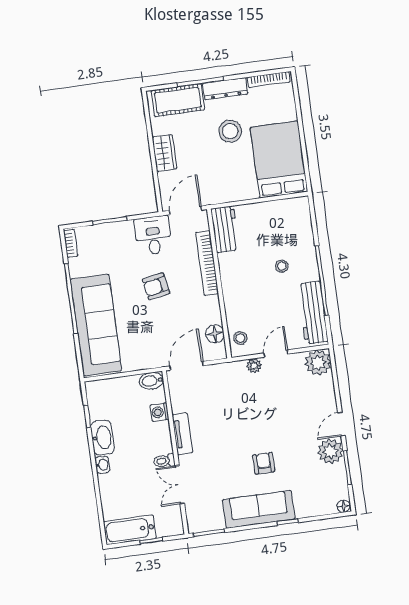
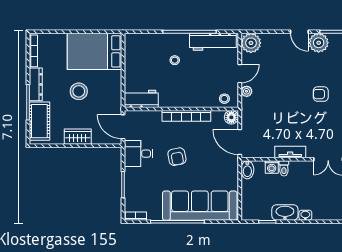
stool: (230, 131) -> (79, 91), moved
bookcase: (207, 263) -> (186, 116), moved
floor lamp: (215, 334) -> (231, 117), moved
door: (276, 354) -> (240, 74), swing flipped
toilet: (164, 461) -> (284, 168), moved

